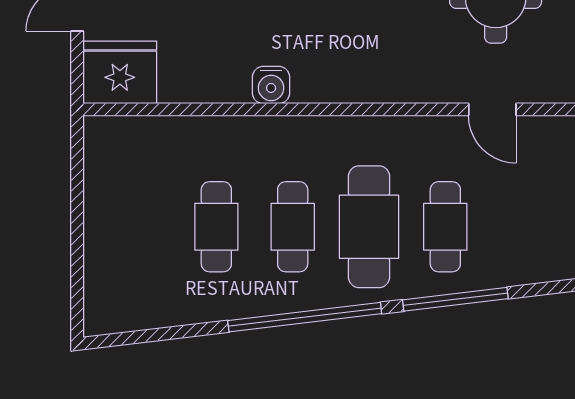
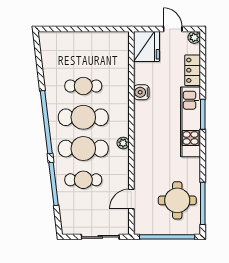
water cooler: (271, 85) -> (141, 92), moved
plant: (355, 130) -> (123, 143), added
cafe table: (293, 227) -> (83, 117), width x1.37, depth x1.35

